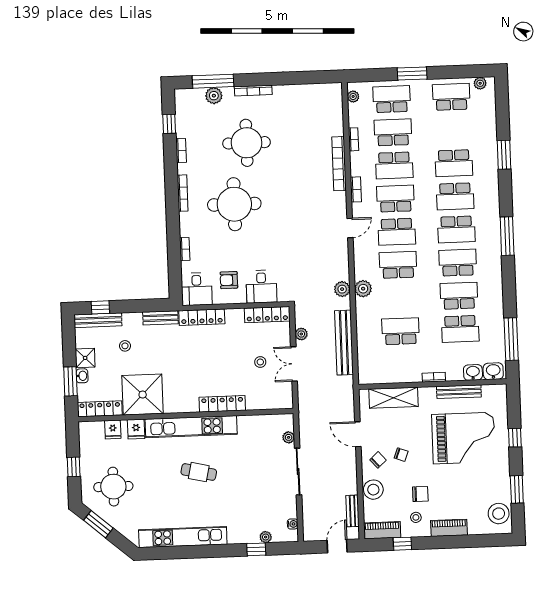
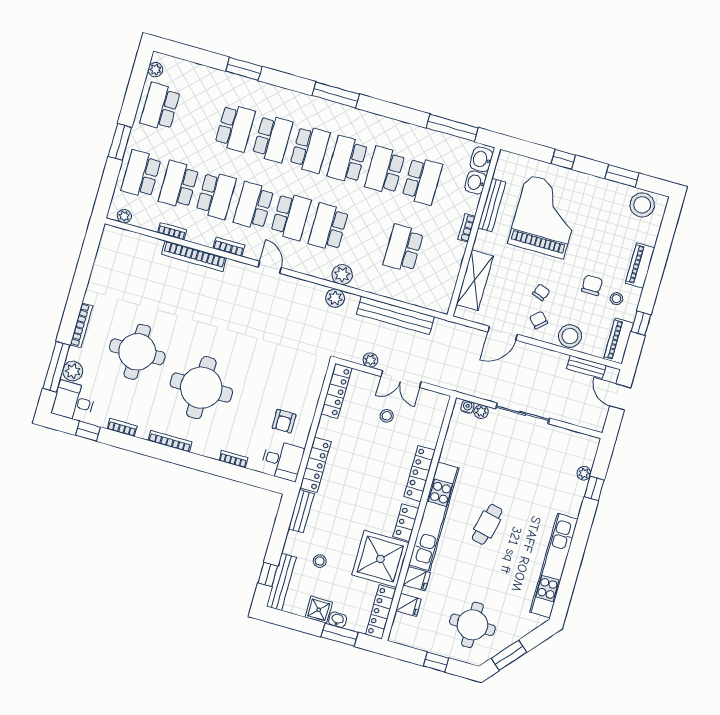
desk: (261, 287) -> (74, 401), moved, turned 180
locker: (179, 406) -> (406, 523), added
water cooler: (293, 524) -> (467, 407), moved

